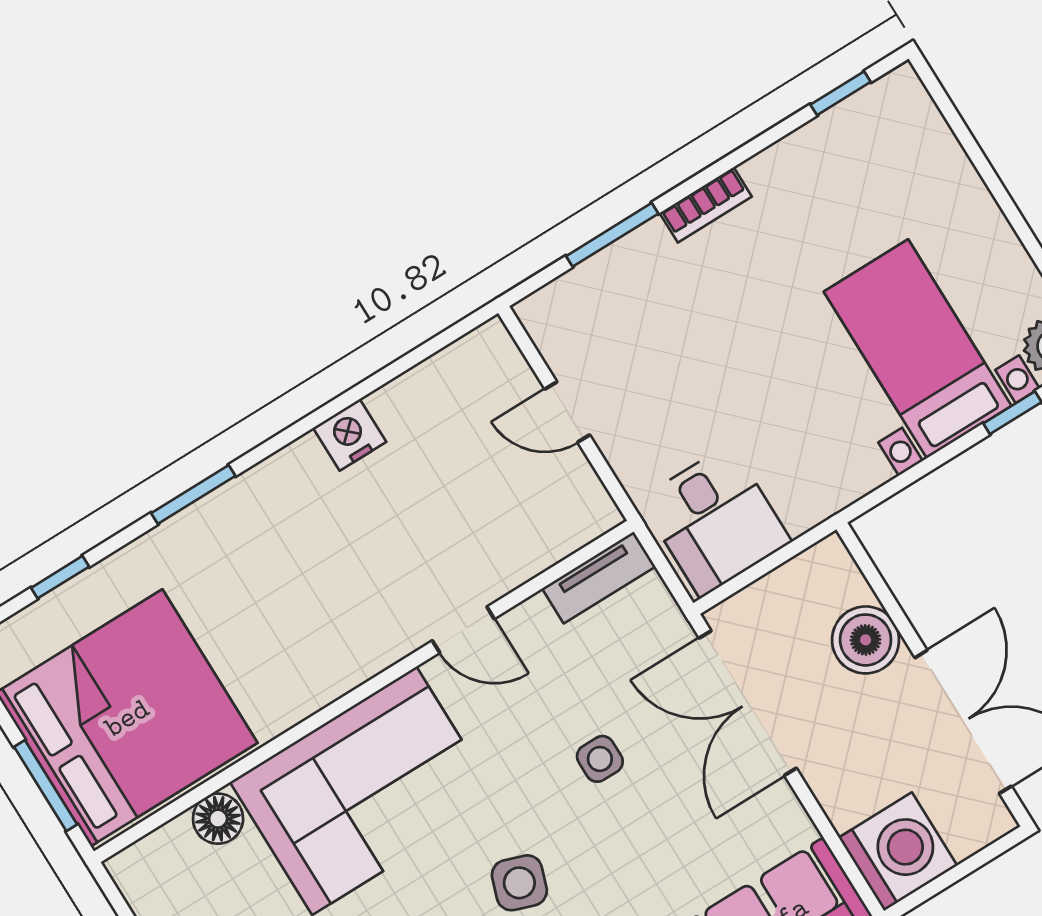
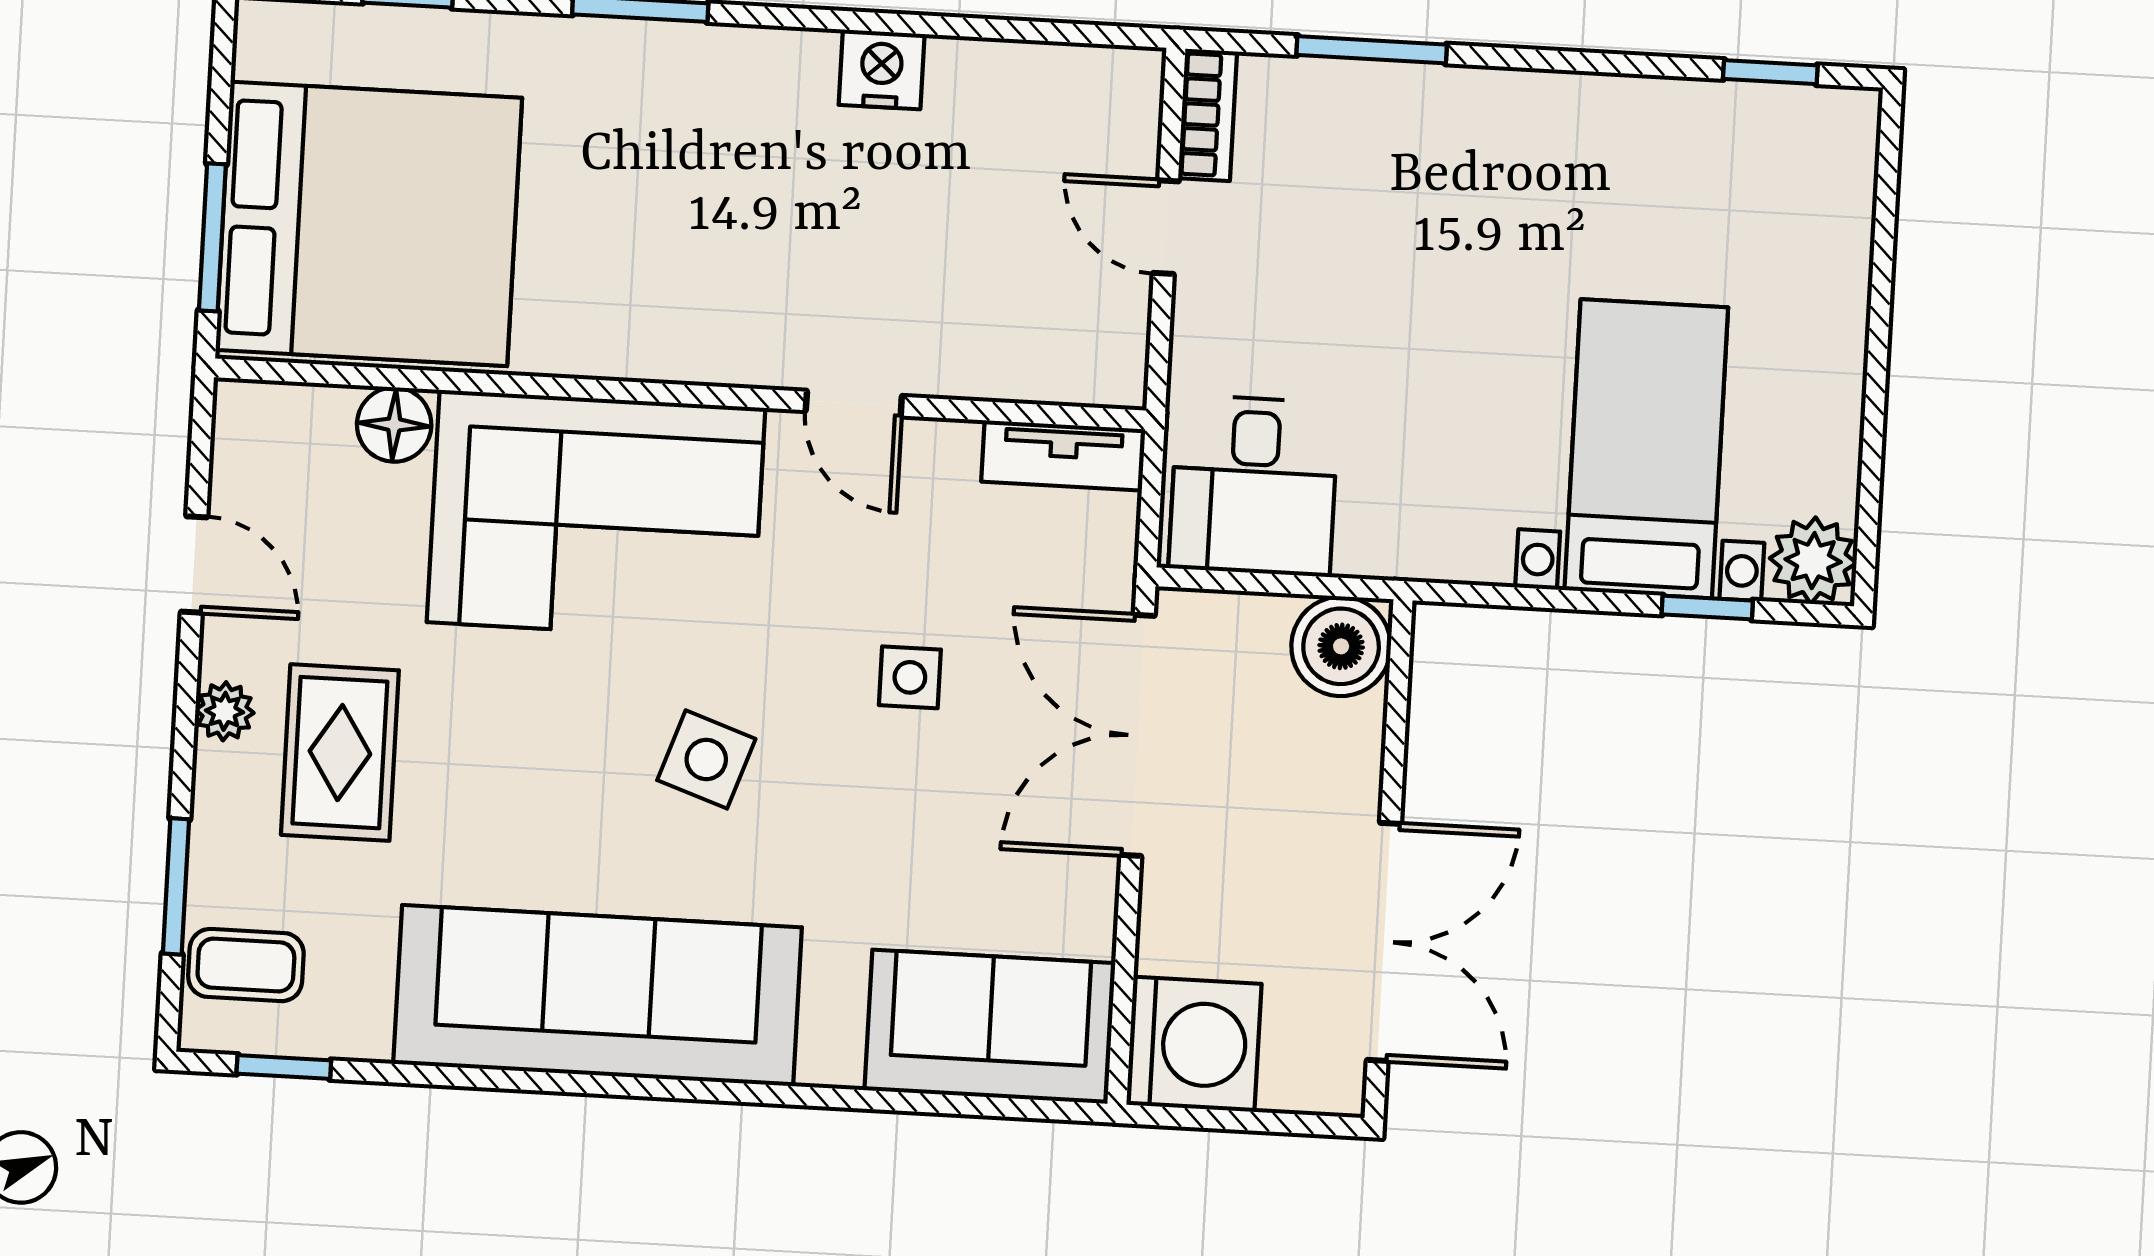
bookcase: (706, 205) -> (1208, 115), moved, turned -90
boiler: (866, 640) -> (1341, 646), moved

